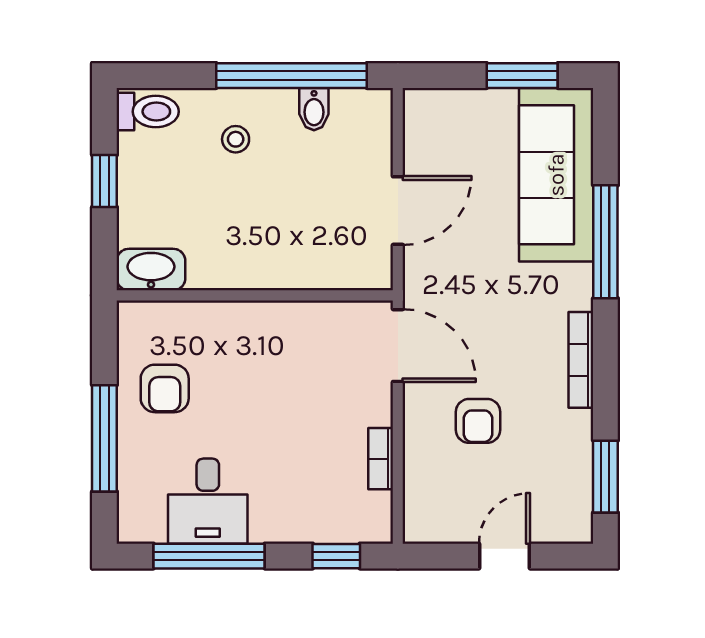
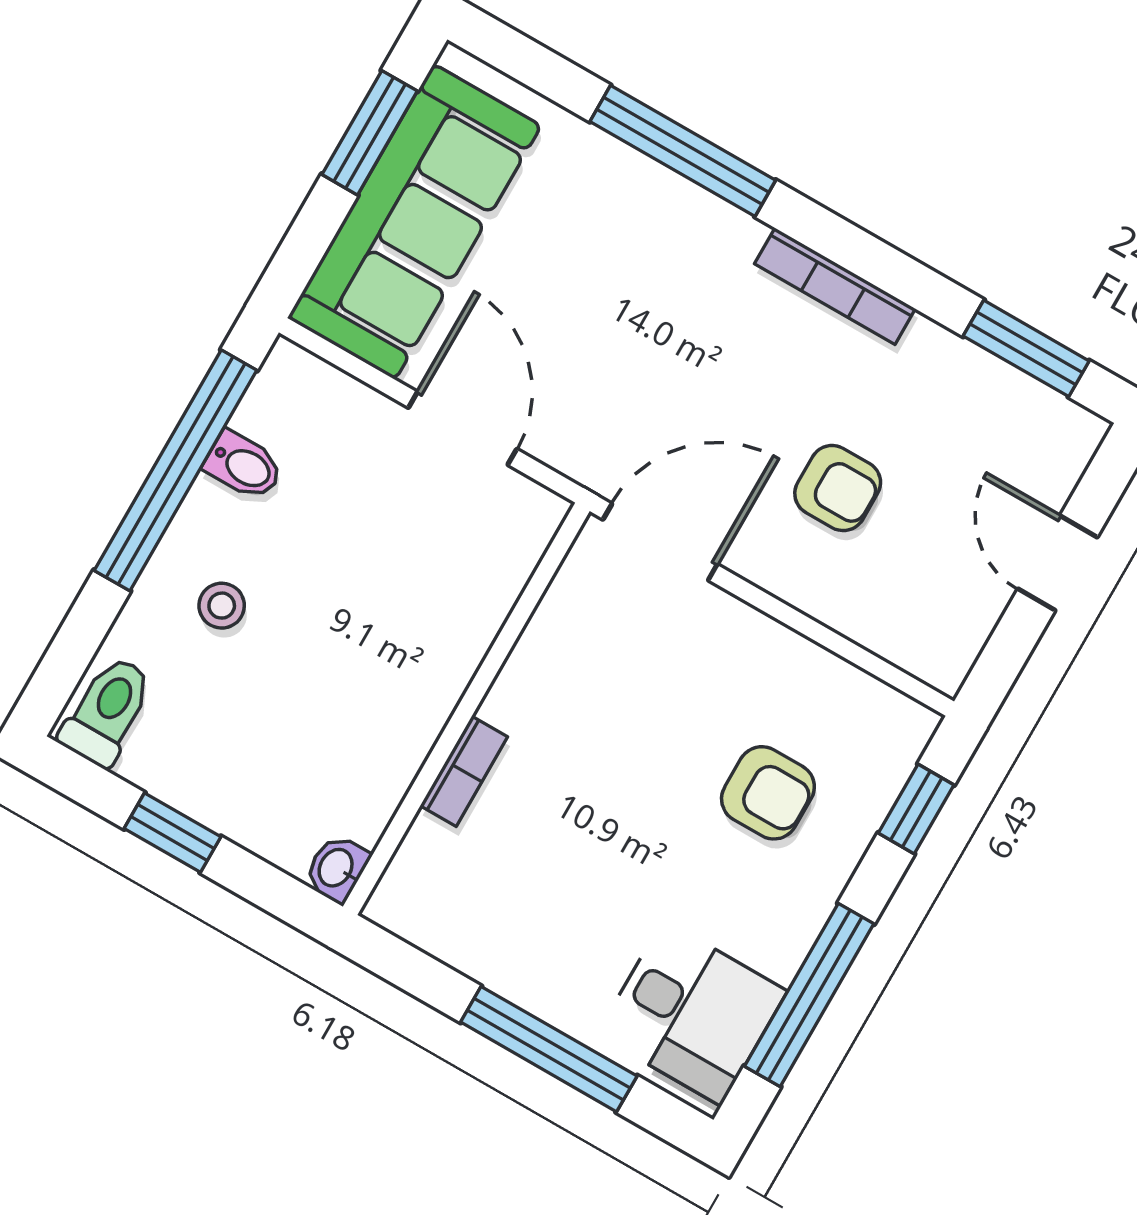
sofa: (556, 175) -> (414, 222), moved, turned -90
washbasin: (151, 270) -> (337, 868), width x0.52, depth x0.69
armchair: (165, 388) -> (768, 793), moved
bookcase: (381, 459) -> (464, 771), moved, turned -90
desk: (208, 501) -> (692, 1013), moved

